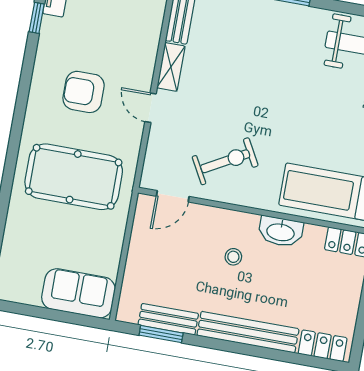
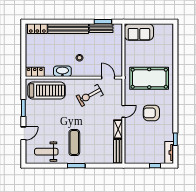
exercise mat: (283, 54) -> (74, 143), added
armchair: (84, 92) -> (151, 113), turned 180
door: (150, 108) -> (123, 111), hinge flipped
door: (173, 196) -> (108, 78), hinge flipped

